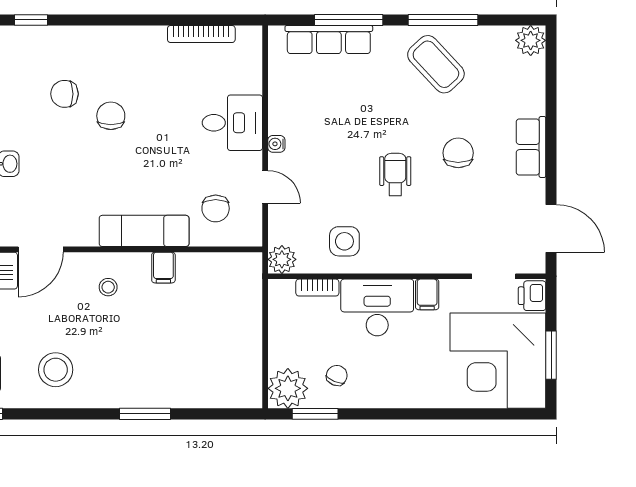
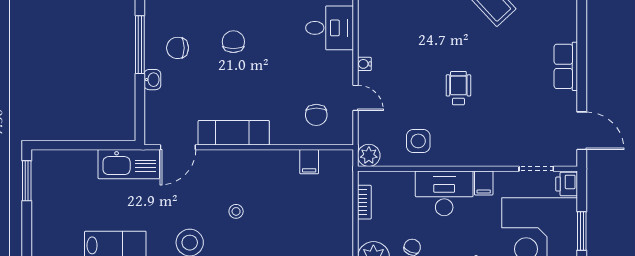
chair: (65, 94) -> (178, 48), moved
desk: (232, 123) -> (330, 28), moved
chair: (458, 153) -> (508, 71), removed
exam couch: (144, 231) -> (234, 133), moved
filing cabinet: (163, 268) -> (309, 162), moved
stool: (108, 287) -> (236, 211), moved
bookcase: (317, 288) -> (364, 202), moved, turned -90

